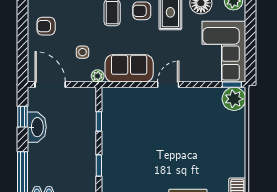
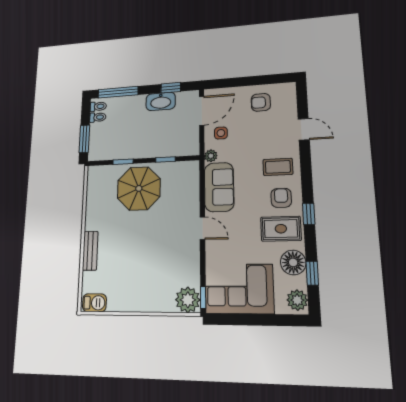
armchair: (46, 26) -> (261, 102), turned -90
side table: (82, 52) -> (221, 133), moved
parasol: (127, 148) -> (139, 188), added

